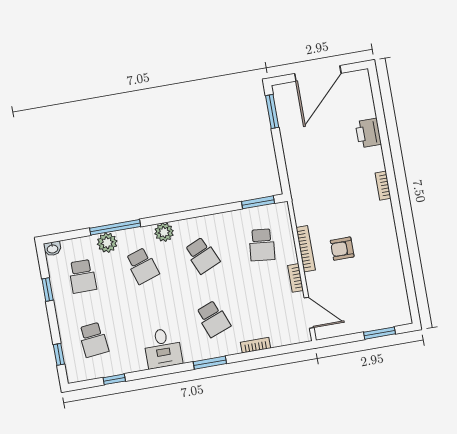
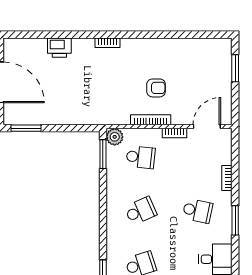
plant: (164, 232) -> (115, 137), moved
armchair: (342, 249) -> (156, 88), turned -90
school desk: (213, 319) -> (198, 211), turned 33

